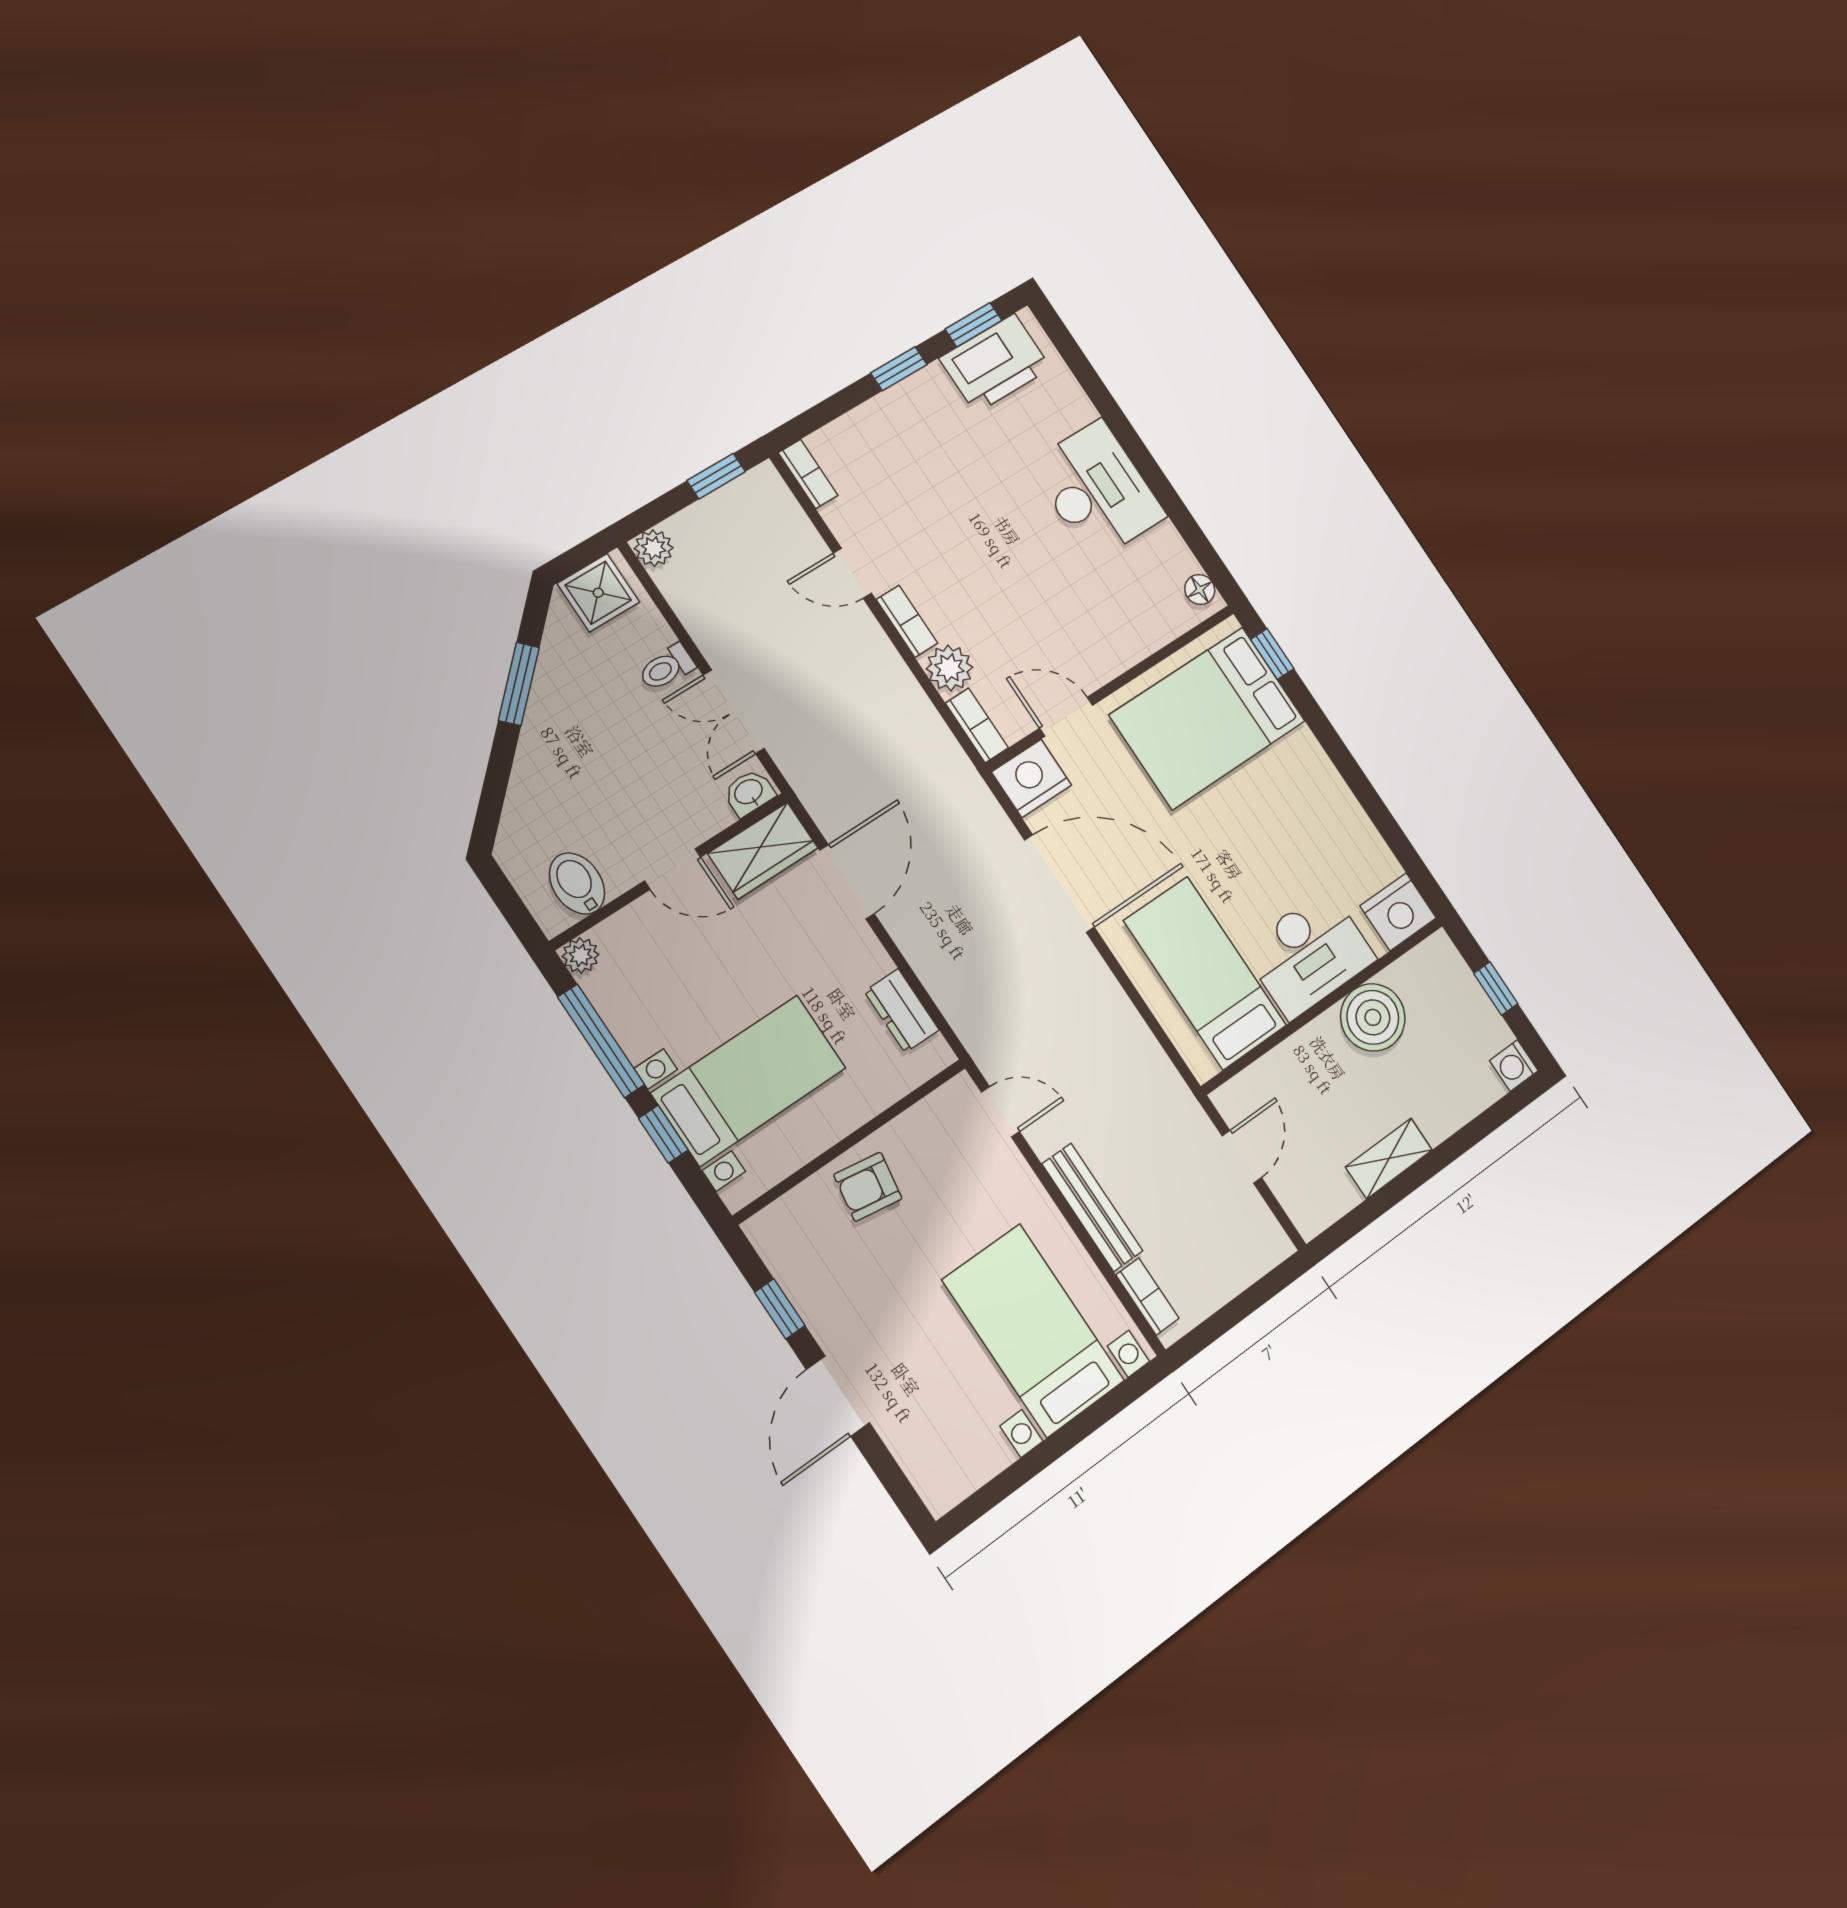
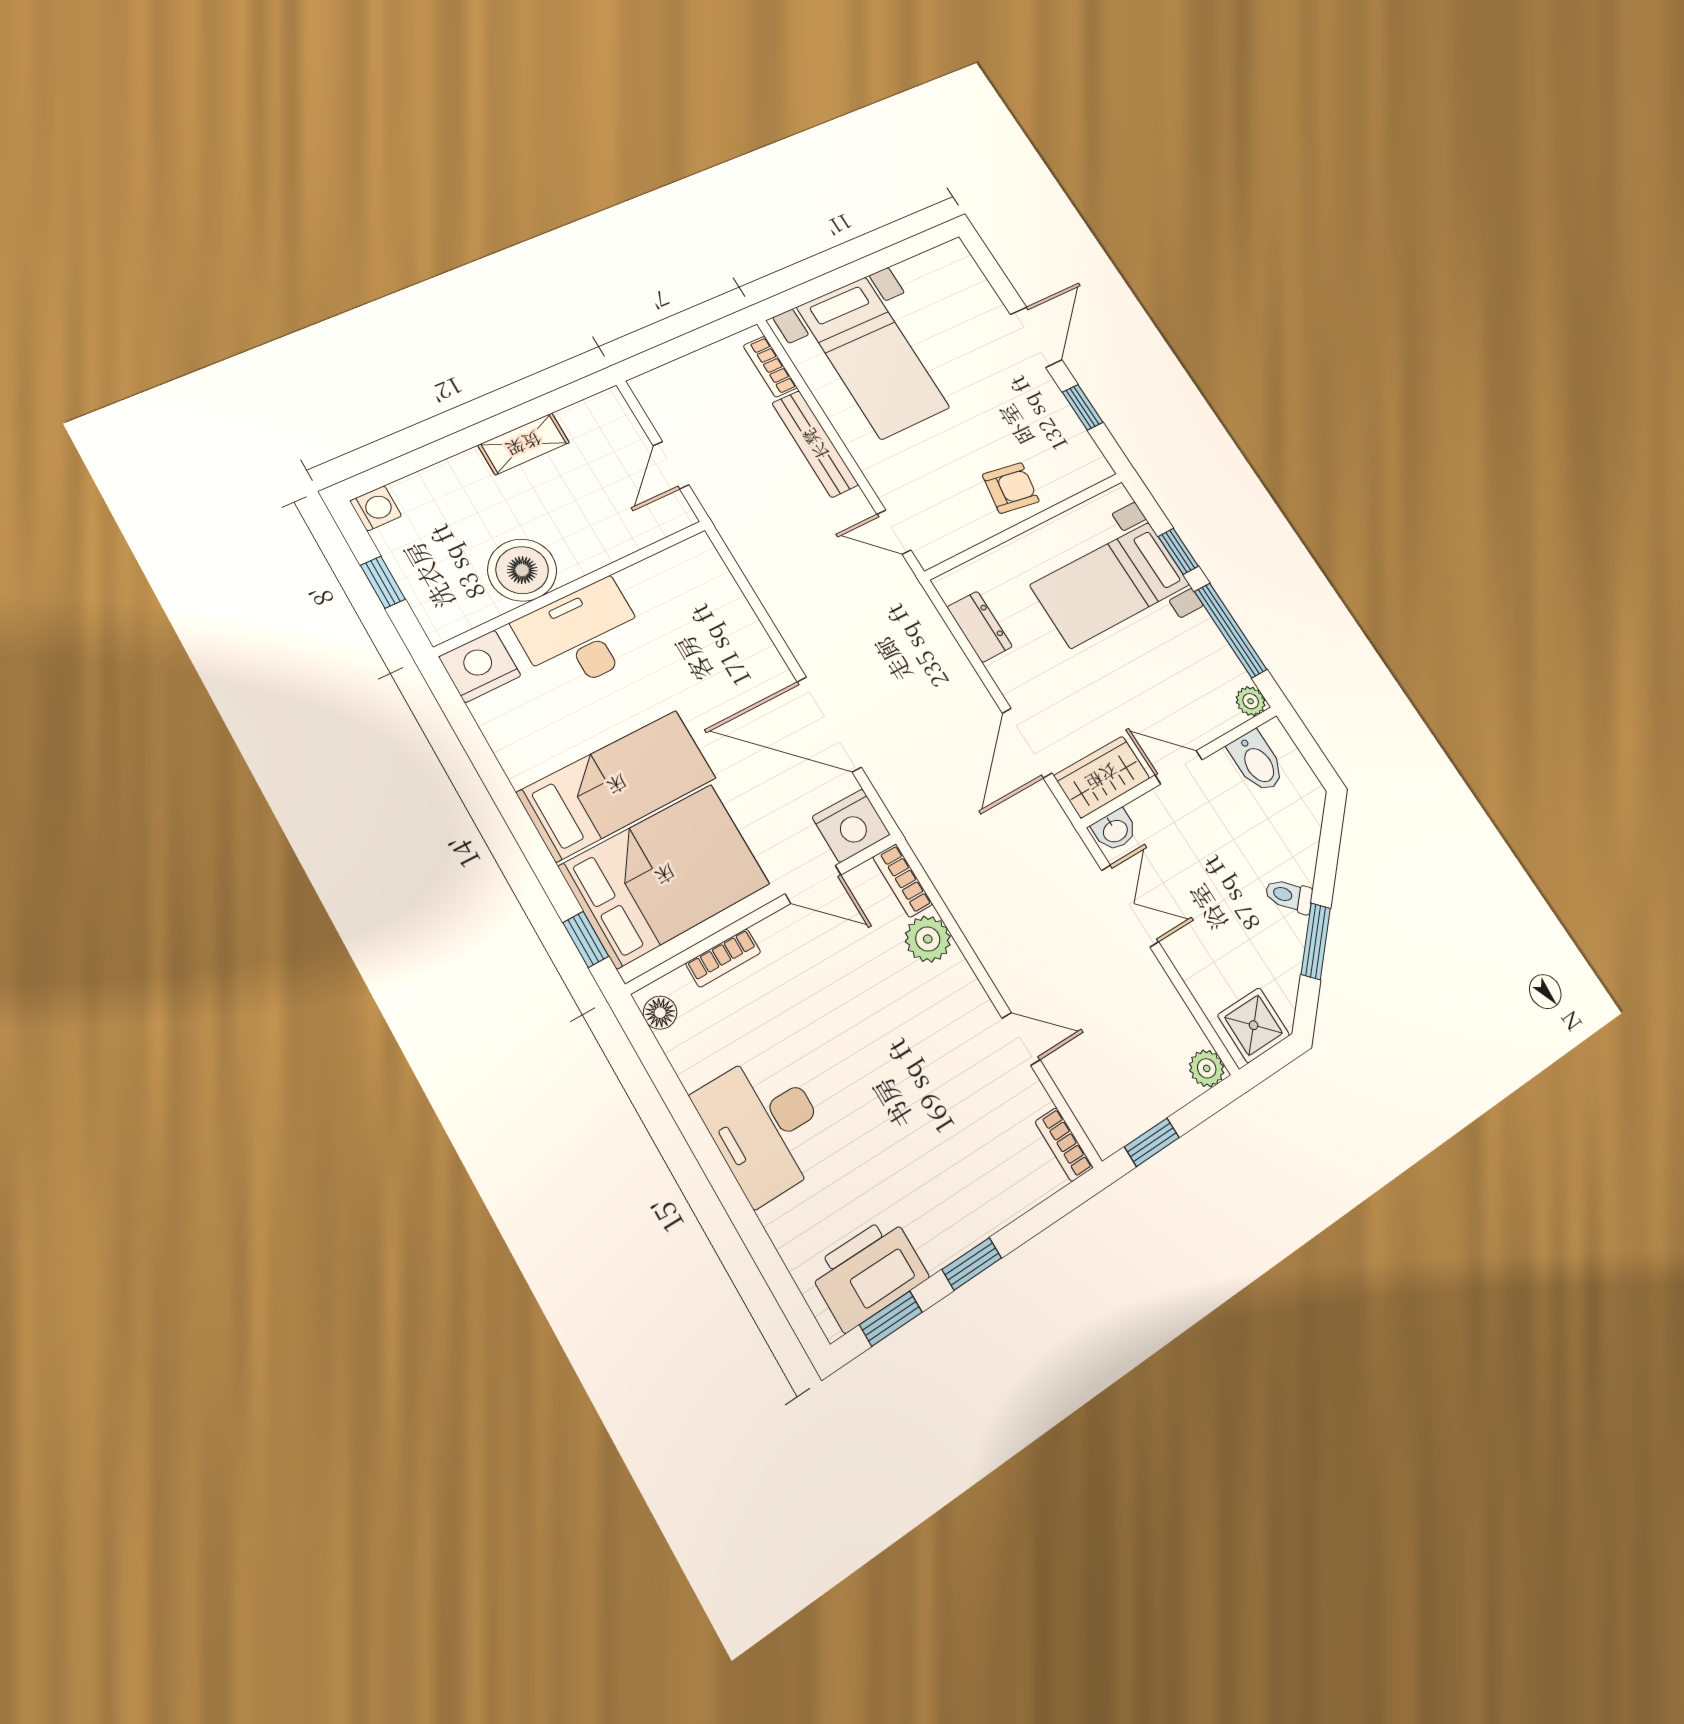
bookcase: (907, 621) -> (723, 958), moved, turned -90
toilet: (667, 668) -> (1289, 896), moved, turned -135
bed: (1205, 973) -> (617, 785), moved, turned -90

